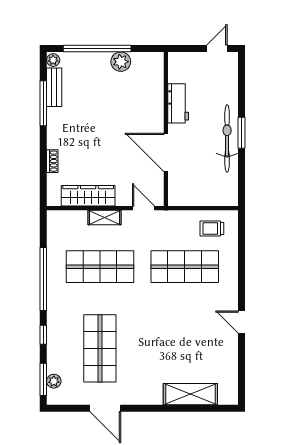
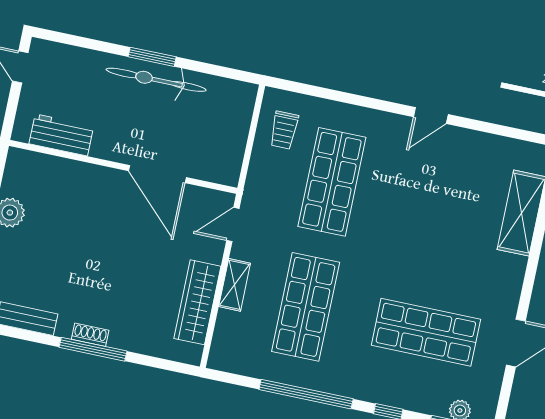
window: (43, 103) -> (93, 349), moved
workbench: (178, 103) -> (61, 135), moved
door: (166, 152) -> (157, 174), hinge flipped
shoe rack: (52, 161) -> (90, 335), moved

